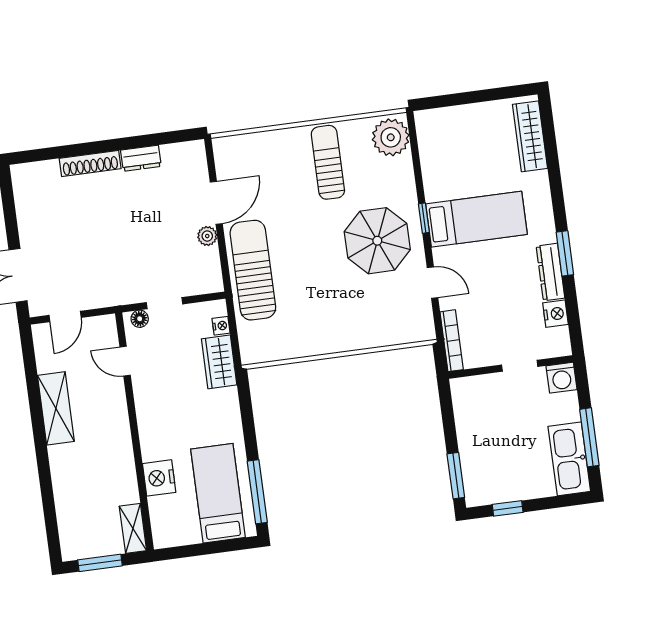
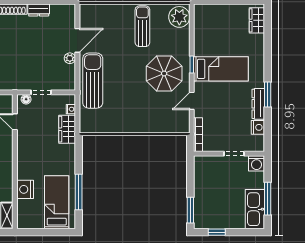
wardrobe: (530, 136) -> (257, 20), width x0.67
door: (433, 283) -> (192, 101), swing flipped
window: (257, 492) -> (79, 192), moved

